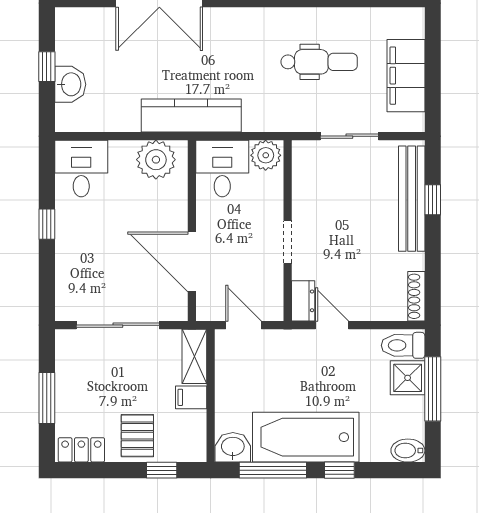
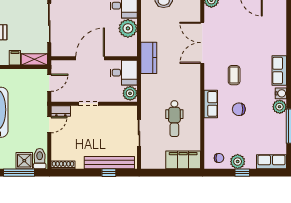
filing cabinet: (406, 76) -> (183, 160), moved
kitchen counter: (191, 116) -> (149, 58), width x0.67
plant: (156, 160) -> (128, 28), moved
door: (192, 262) -> (90, 58), moved

